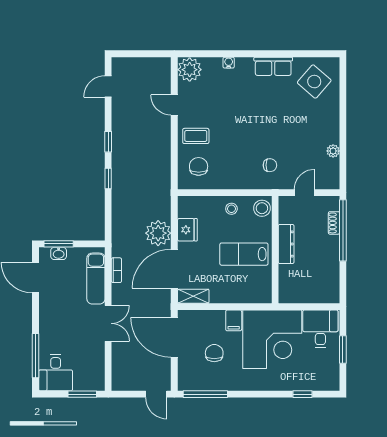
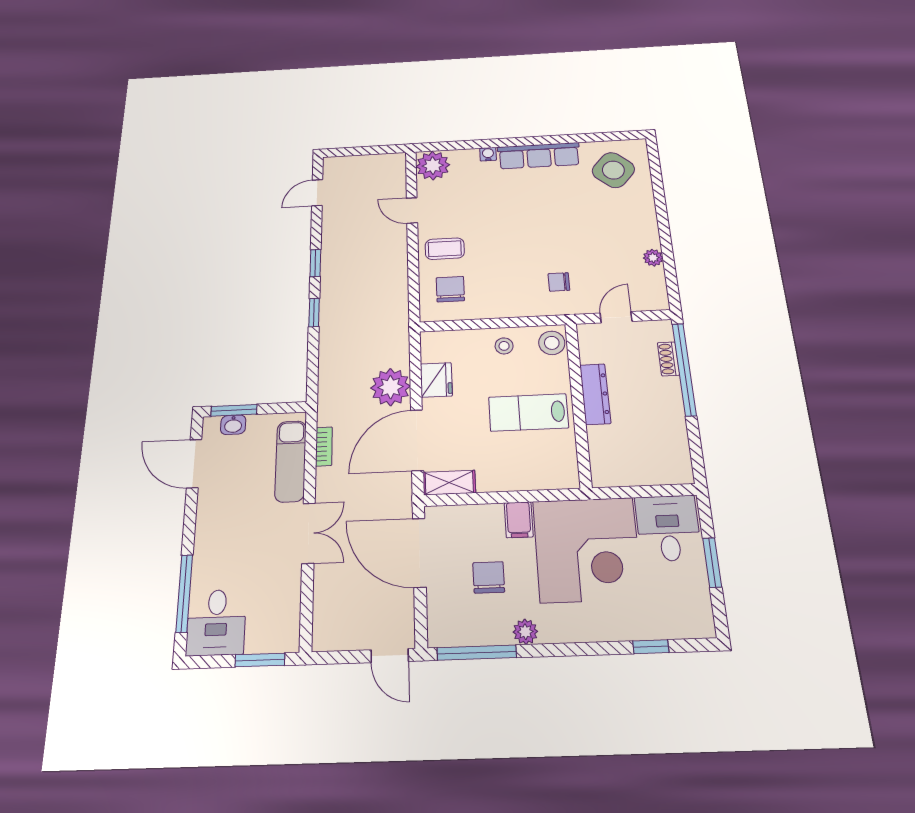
row of seats: (273, 66) -> (539, 156), width x1.48
chair: (270, 165) -> (559, 282), turned 180
plant: (233, 384) -> (525, 632), added

